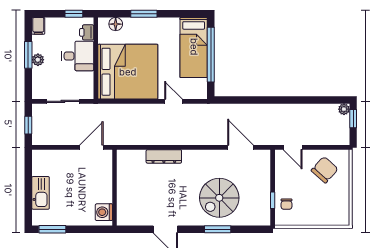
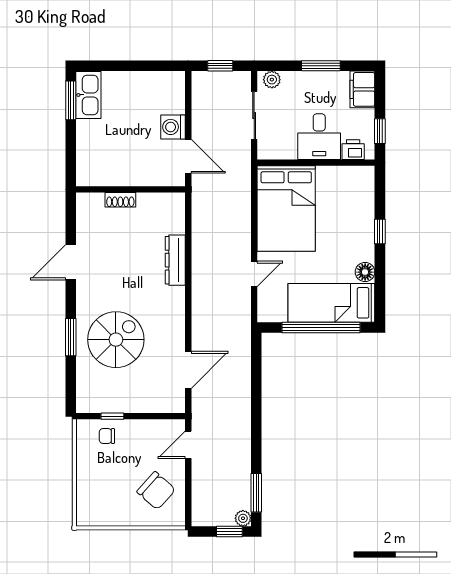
window: (144, 14) -> (380, 232), width x0.67
floor lamp: (116, 24) -> (365, 272), moved
filing cabinet: (38, 26) -> (362, 89), width x2.00
plant: (38, 60) -> (272, 80), moved
bed: (128, 72) -> (286, 209), width x0.73
window: (326, 100) -> (256, 493), added
kitchen sink: (41, 193) -> (88, 95), moved, turned -90
shoe rack: (122, 195) -> (120, 200), added
spiral stairs: (219, 198) -> (116, 340), turned 90
washing machine: (104, 212) -> (173, 127), moved, turned -90

